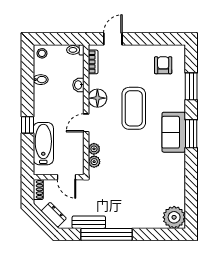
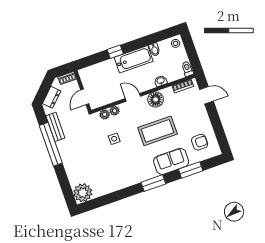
sofa: (174, 132) -> (171, 161), moved
bathtub: (43, 144) -> (134, 59), moved
side table: (125, 160) -> (114, 139), added

